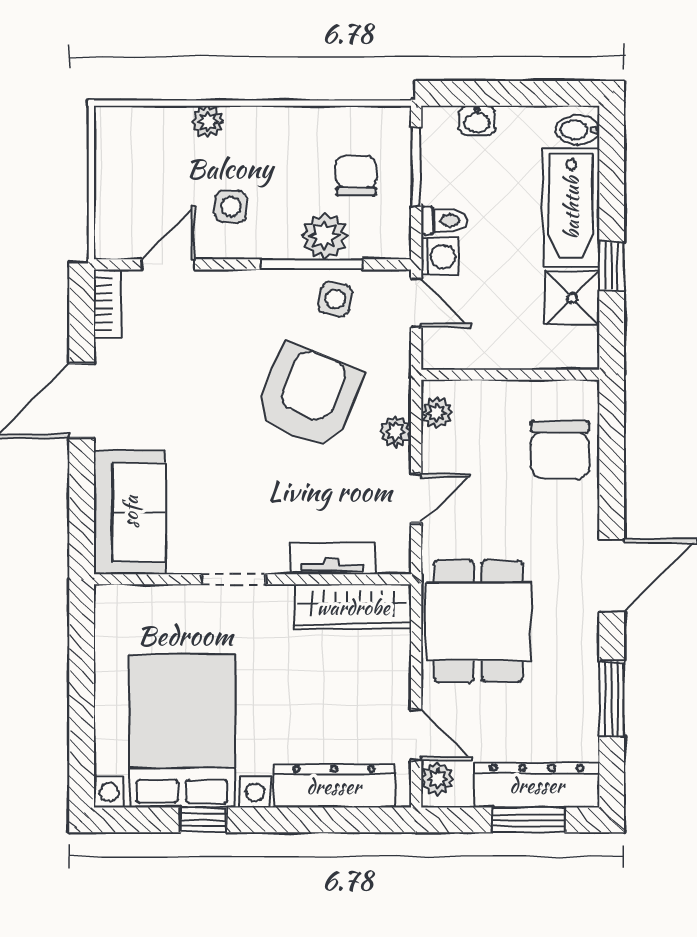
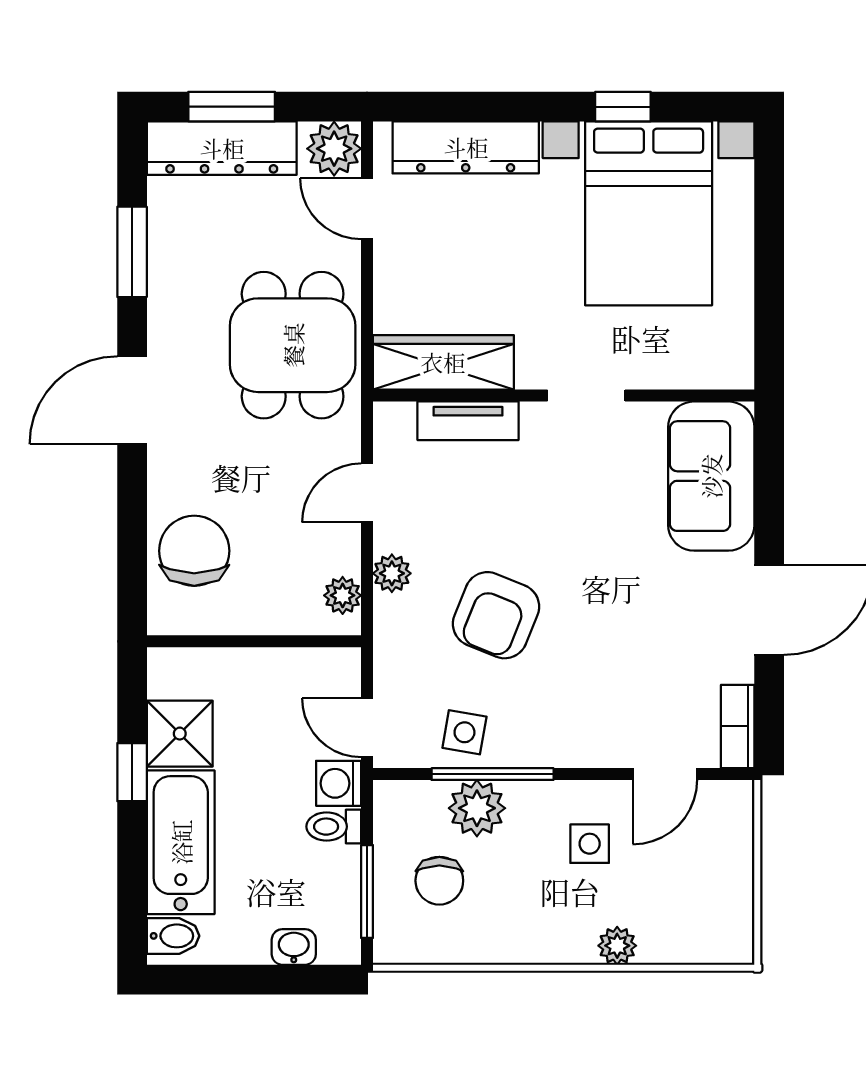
armchair: (309, 397) -> (496, 615), width x0.73, depth x0.73
plant: (437, 779) -> (334, 149), width x1.38, depth x1.38

